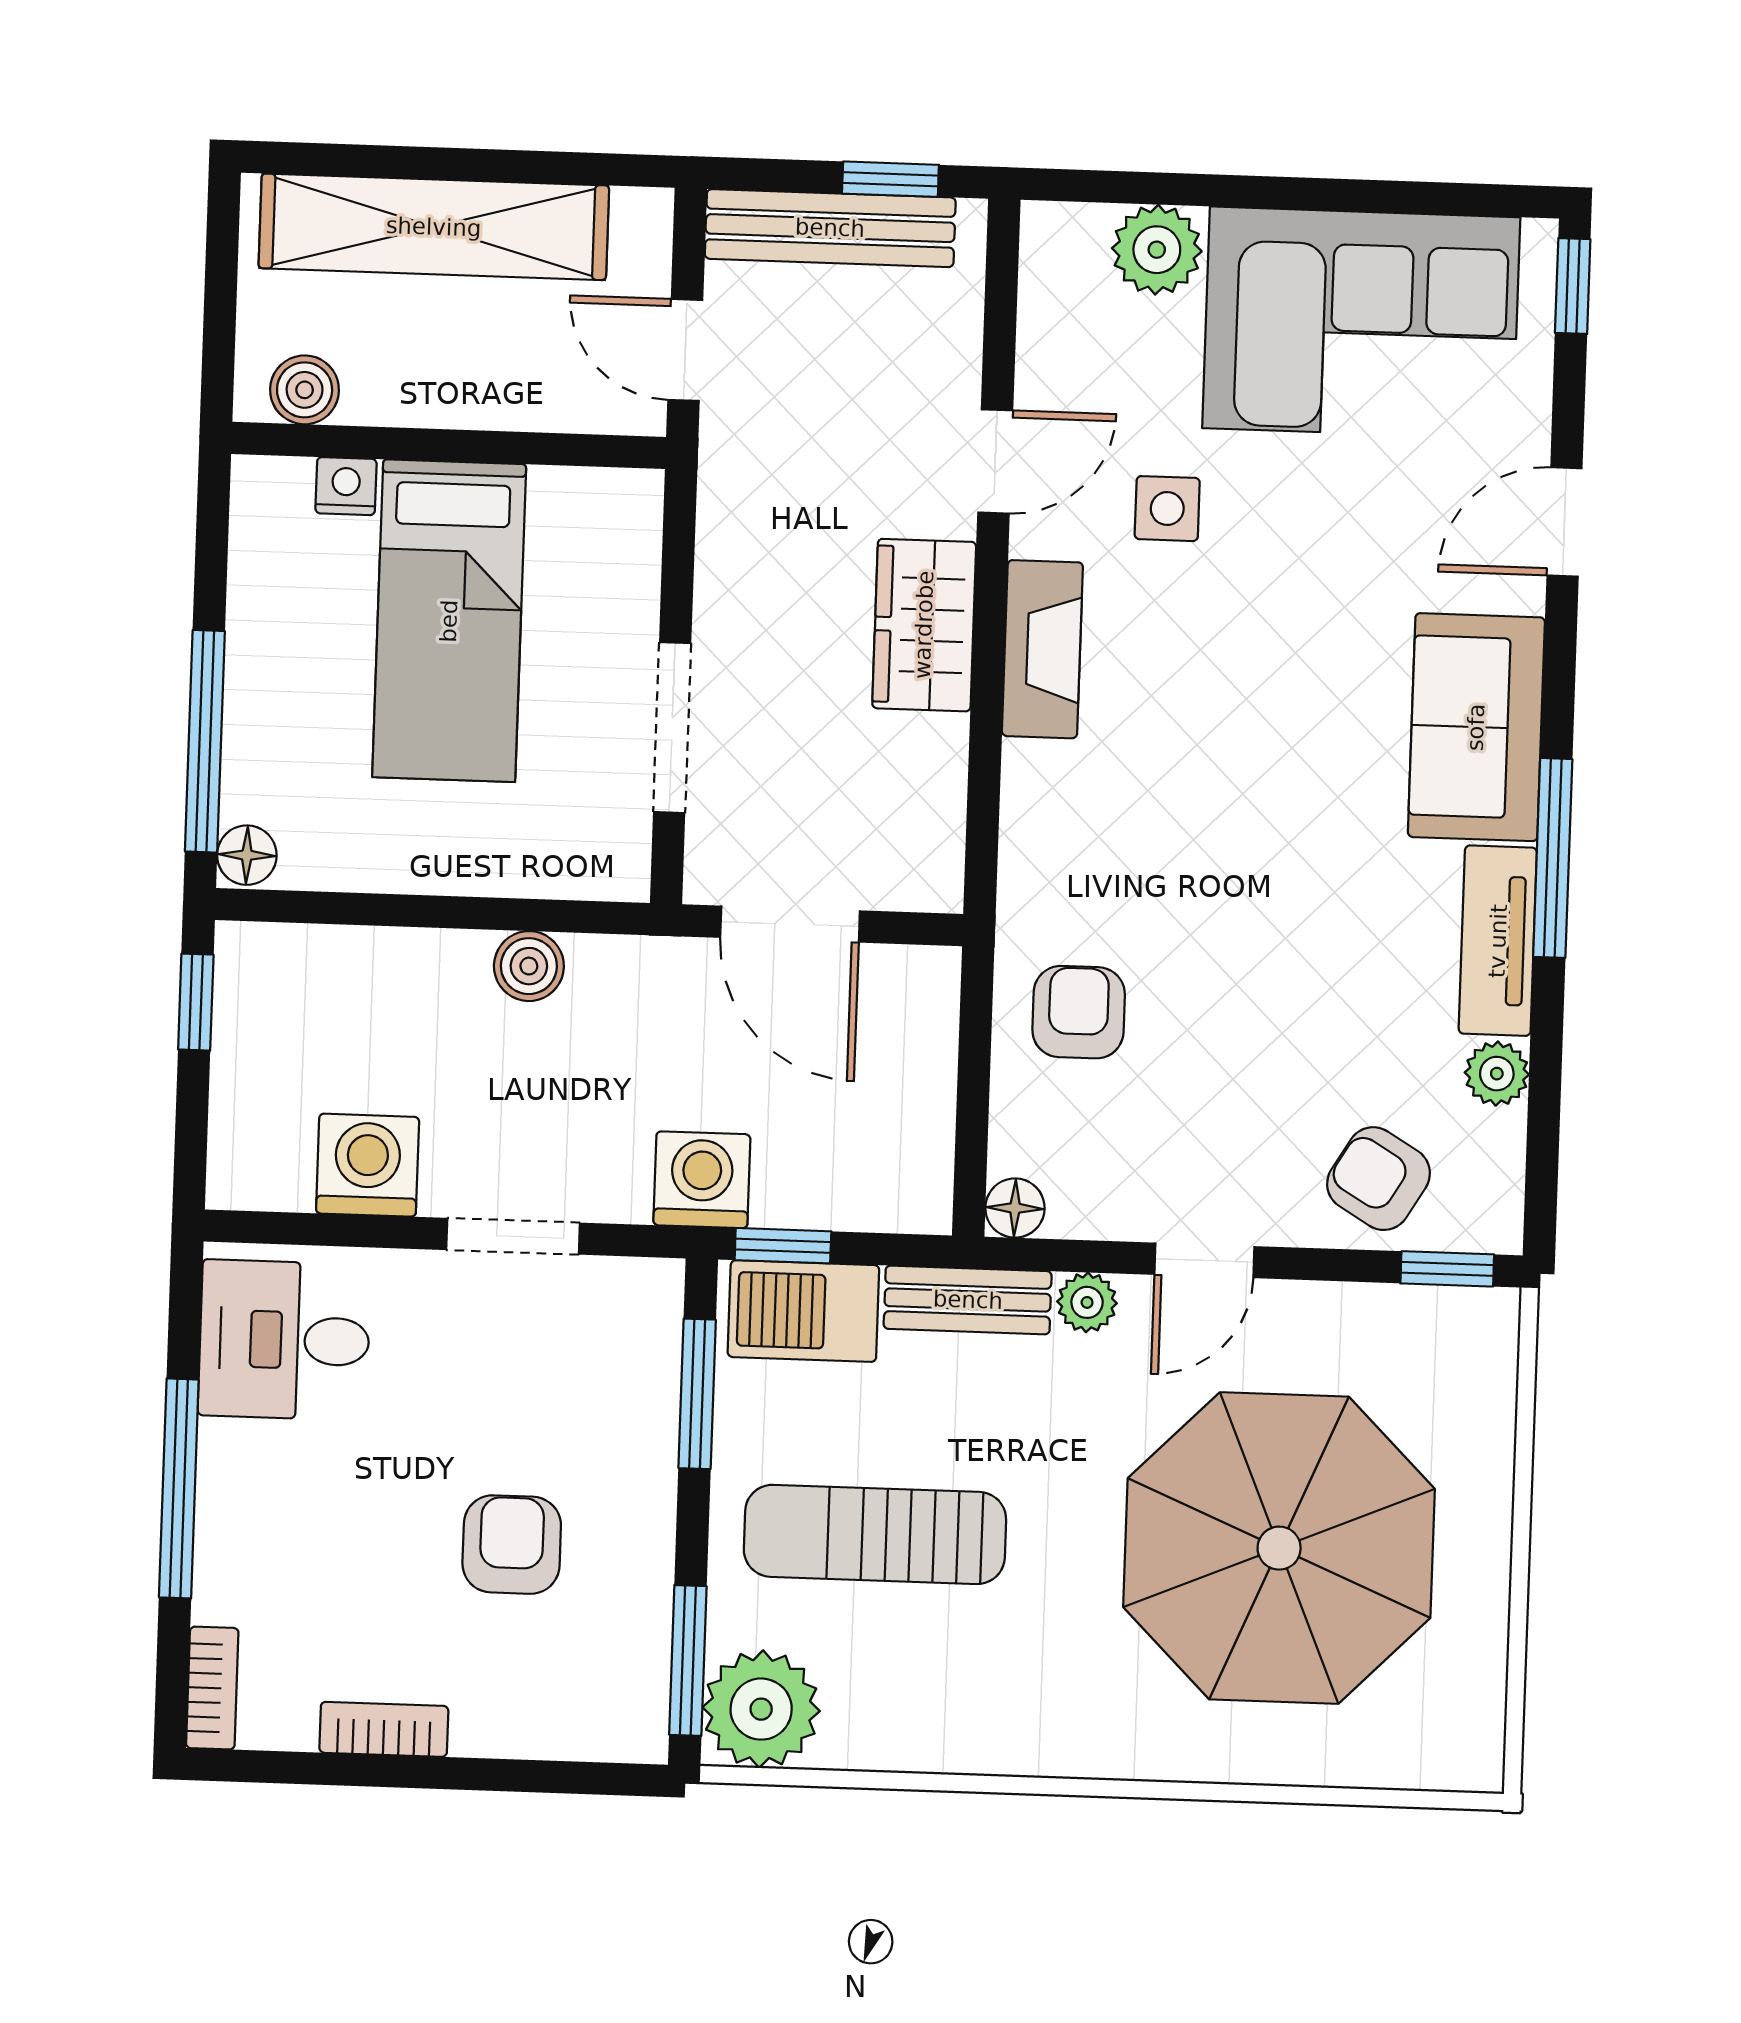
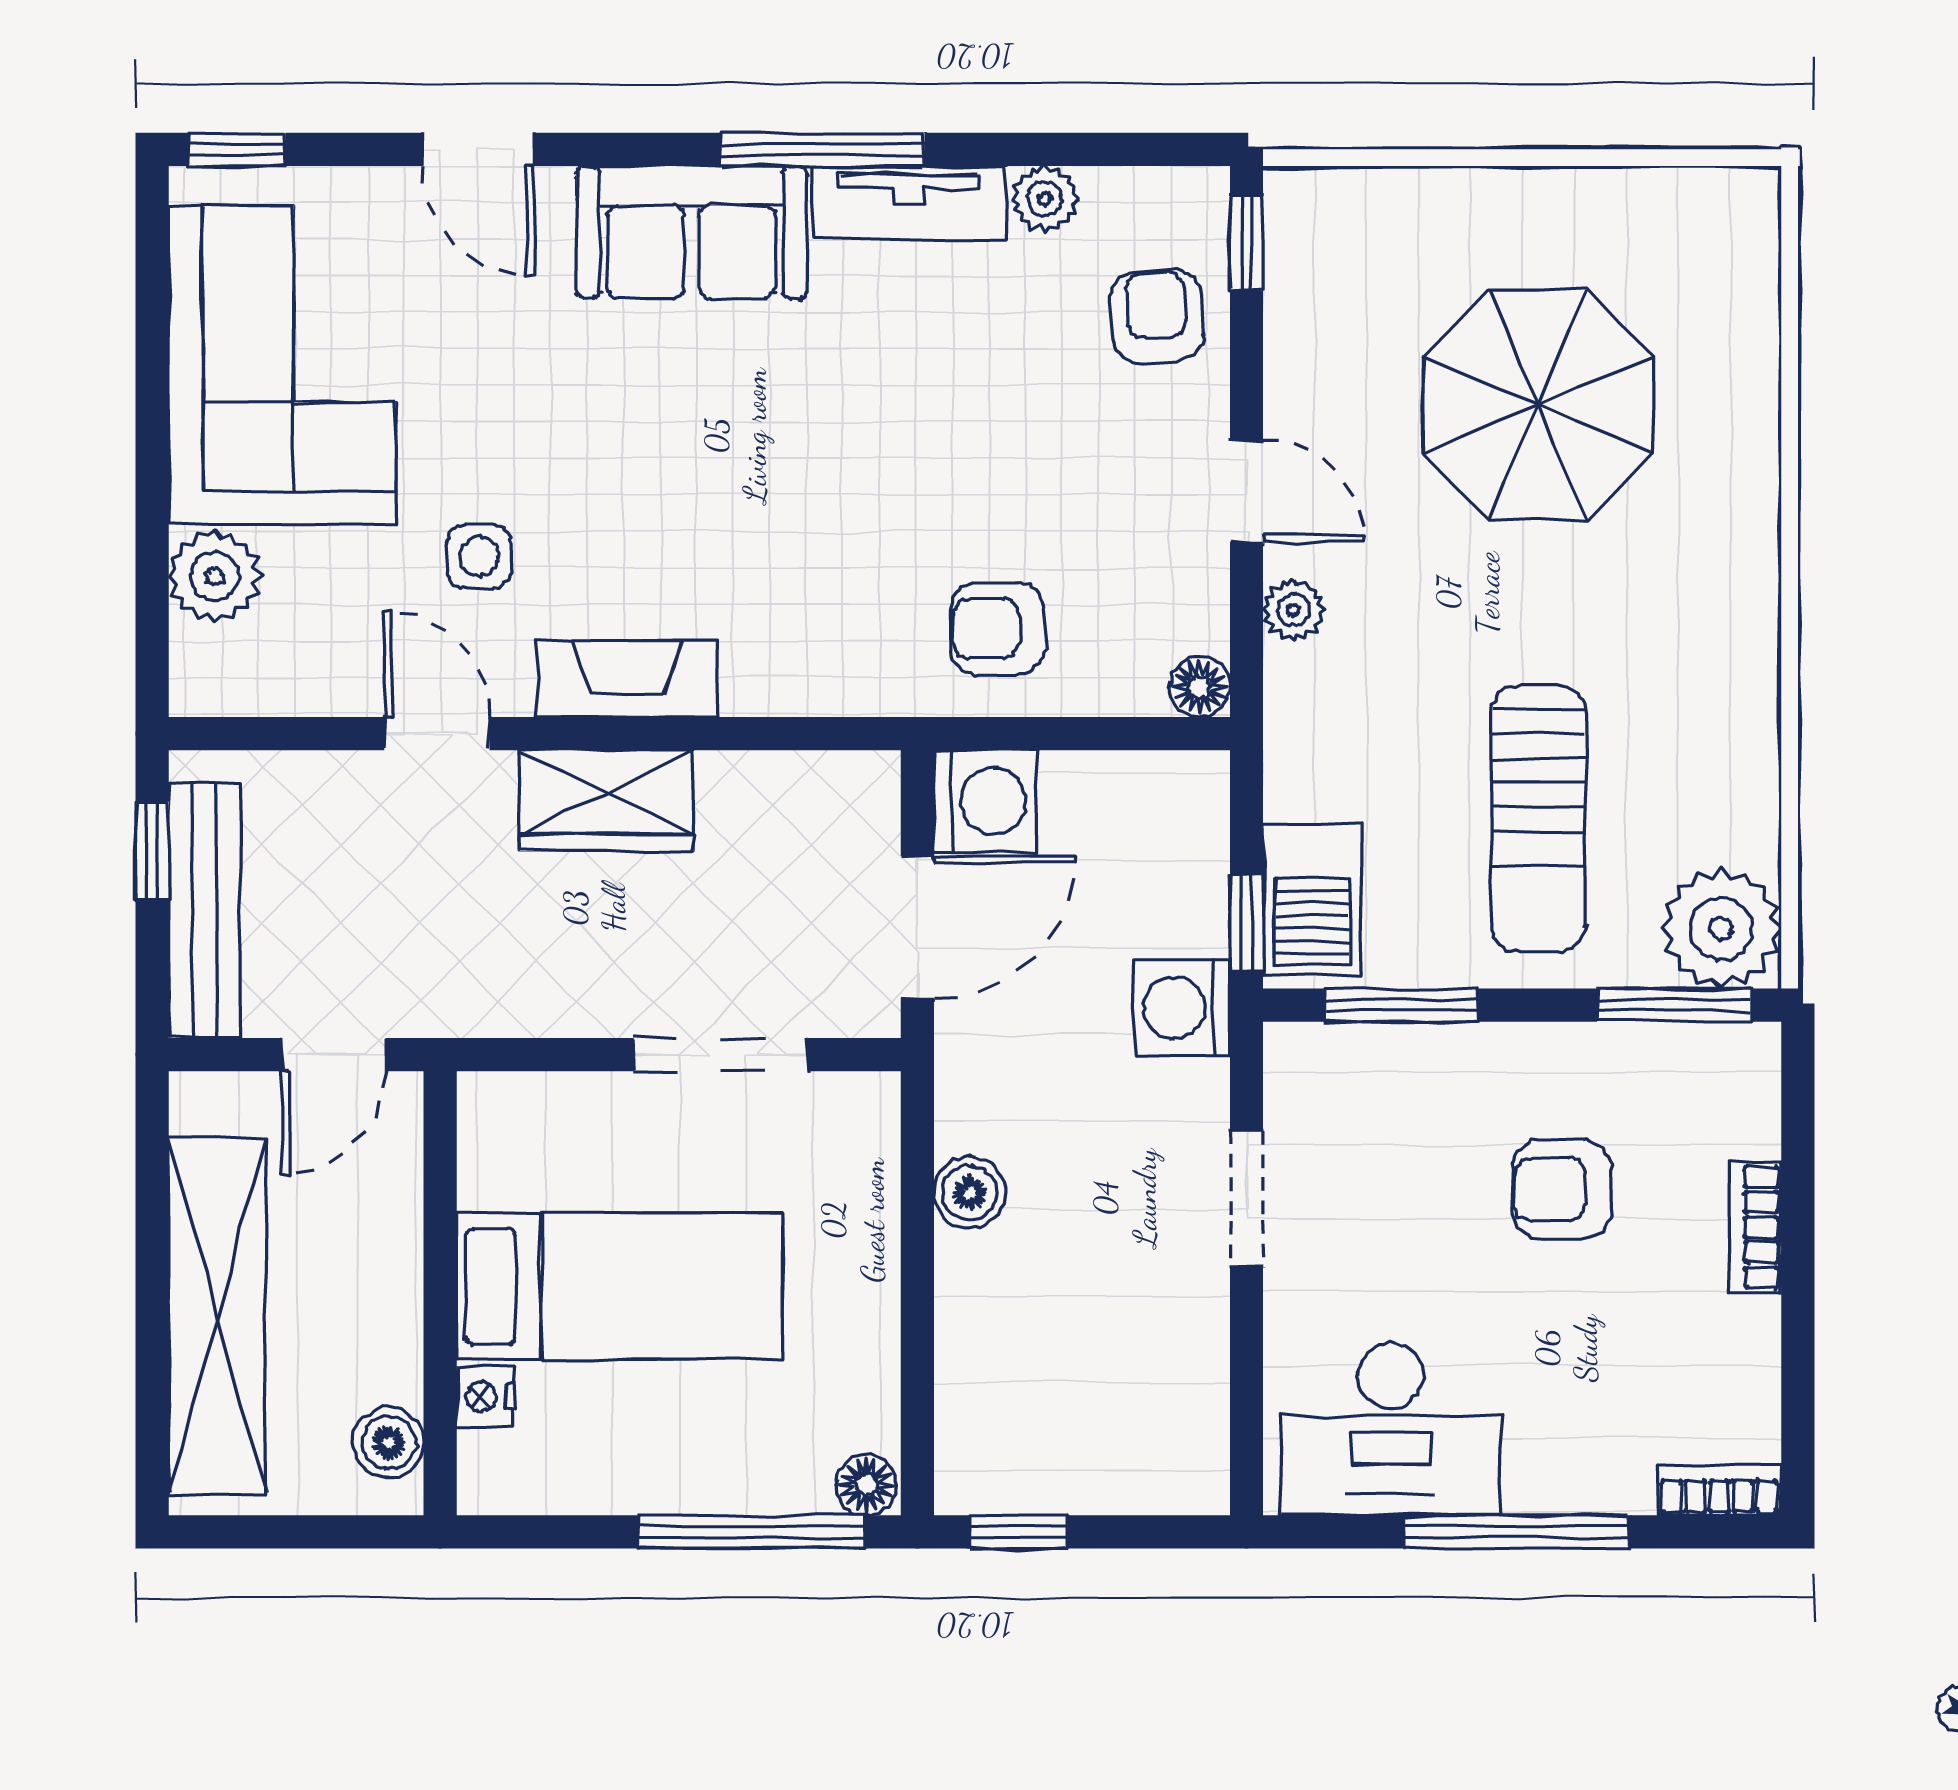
washing machine: (368, 1165) -> (985, 801), moved, turned 180
armchair: (1379, 1179) -> (1157, 316), turned 145
bench: (968, 1300) -> (1295, 732), removed
desk: (284, 1340) -> (1390, 1429), width x1.37
parasol: (1279, 1548) -> (1538, 405), width x0.73, depth x0.73
bookcase: (384, 1729) -> (1755, 1227), moved

